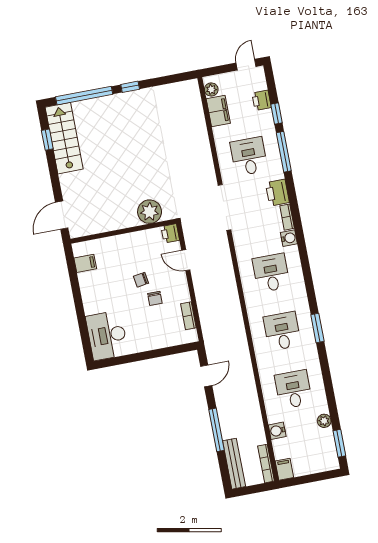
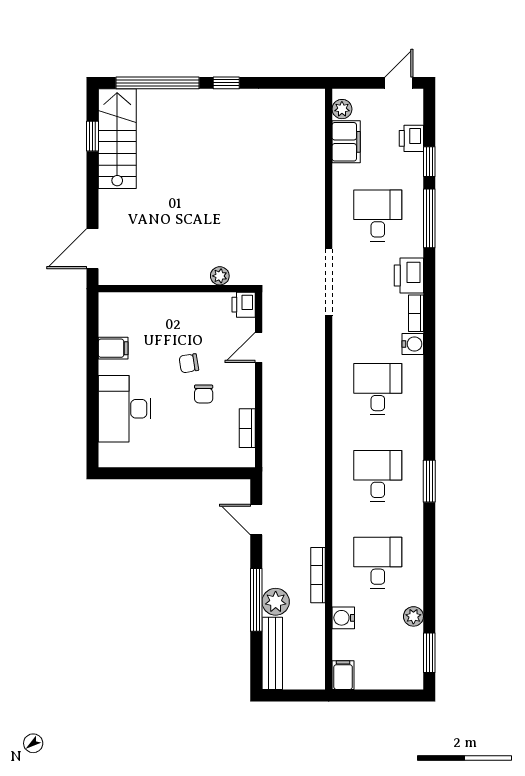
plant: (150, 212) -> (220, 276), width x0.53, depth x0.53
door: (186, 260) -> (259, 347), hinge flipped
filing cabinet: (85, 263) -> (113, 348), moved
desk: (107, 335) -> (125, 409), moved
door: (206, 376) -> (256, 519), swing flipped
plant: (230, 429) -> (276, 602), added
bookcase: (266, 464) -> (318, 575), moved

